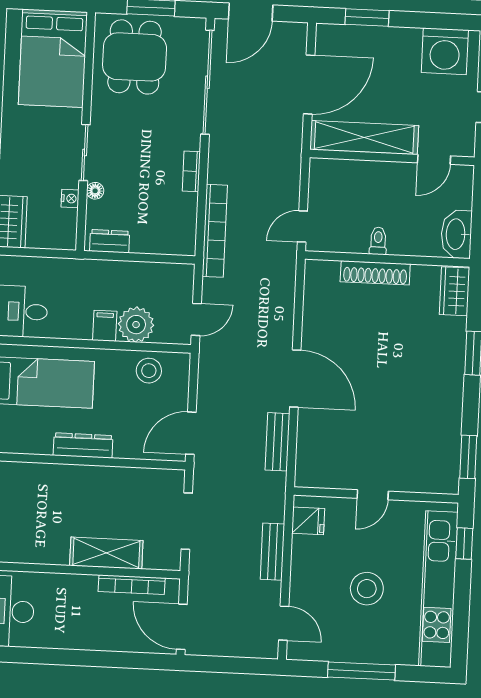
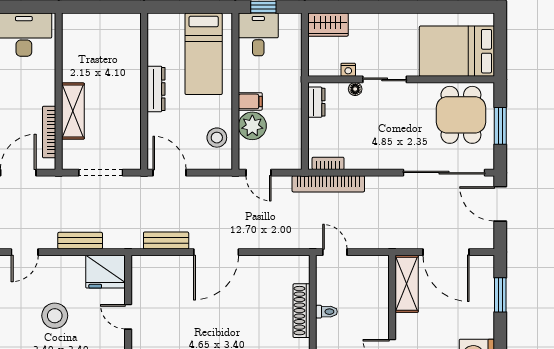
dining table: (135, 57) -> (461, 115), turned 90
shelving: (364, 138) -> (407, 284), width x0.68
bookcase: (191, 171) -> (328, 163), moved
fridge: (308, 521) -> (105, 272), width x1.88, depth x1.34

